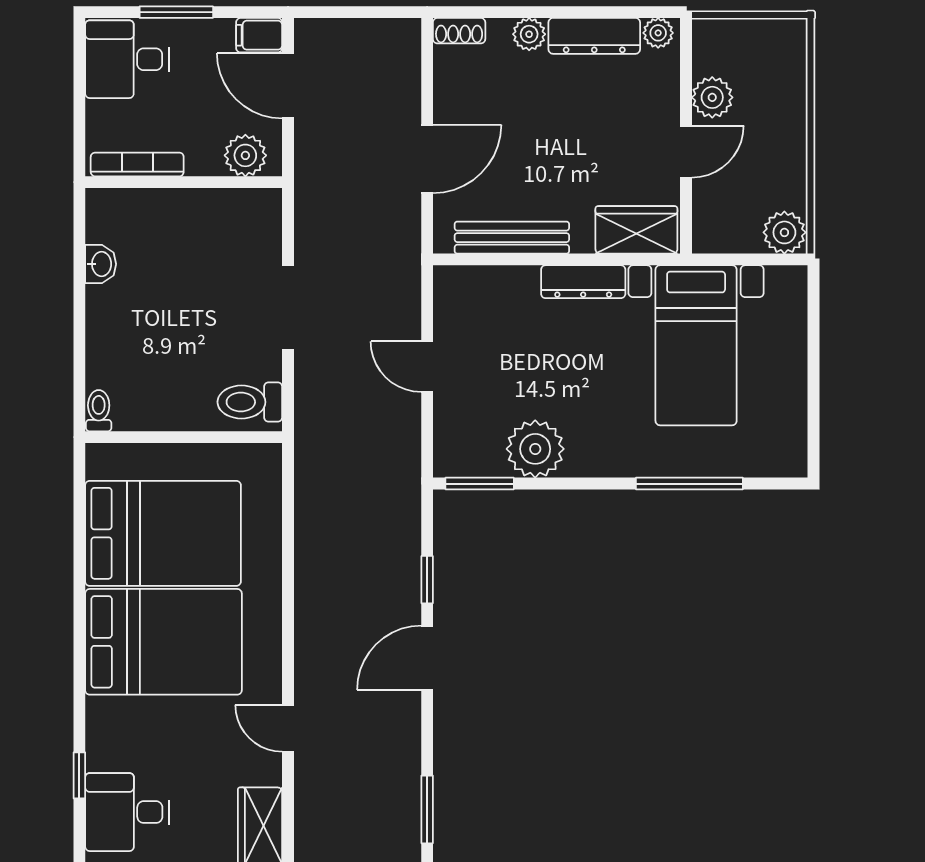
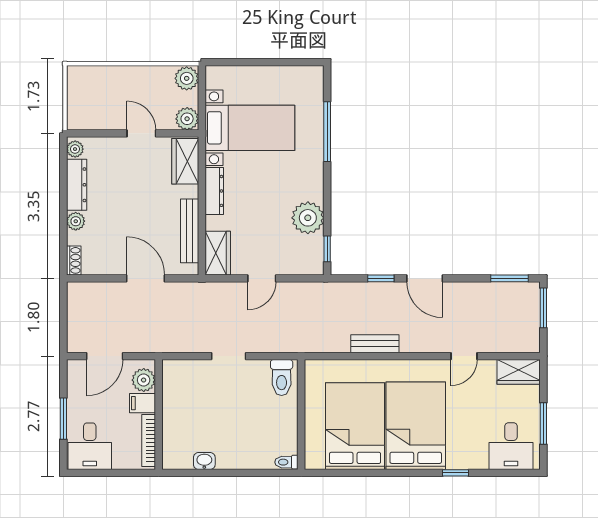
filing cabinet: (259, 35) -> (142, 403), moved, turned 90
plant: (712, 97) -> (187, 119), moved
wardrobe: (472, 288) -> (218, 253), added
doorway: (288, 307) -> (229, 356), width x0.73
window: (480, 484) -> (327, 249), width x0.67
bench: (310, 569) -> (375, 344), added
window: (79, 775) -> (456, 473), moved

